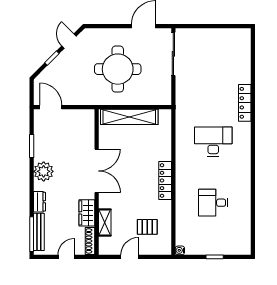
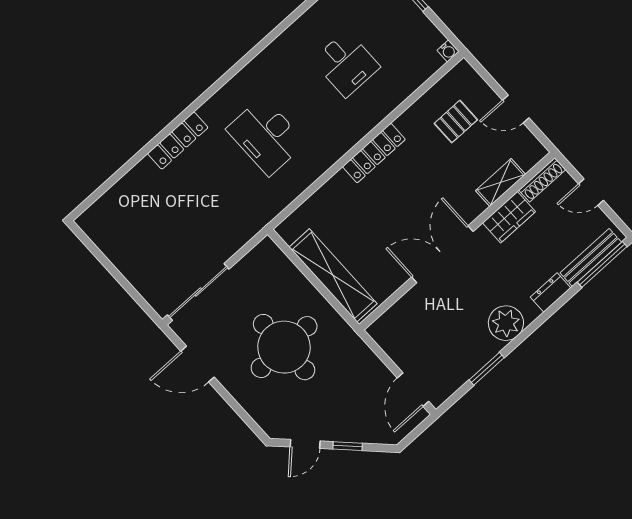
pallet: (147, 227) -> (456, 122), turned 90

